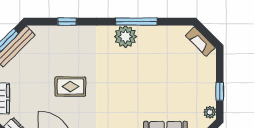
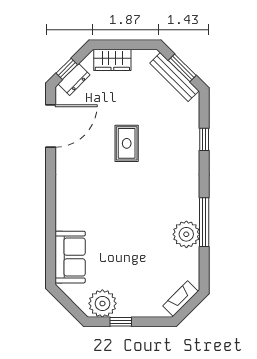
plant: (125, 37) -> (186, 234), moved
plant: (210, 112) -> (102, 303), width x1.88, depth x1.88

